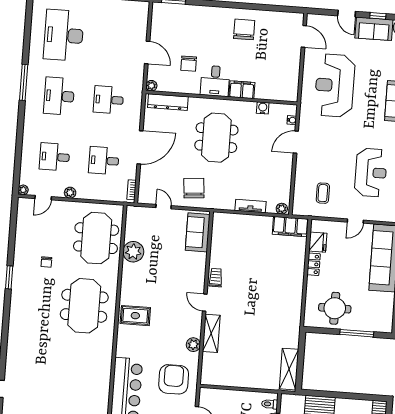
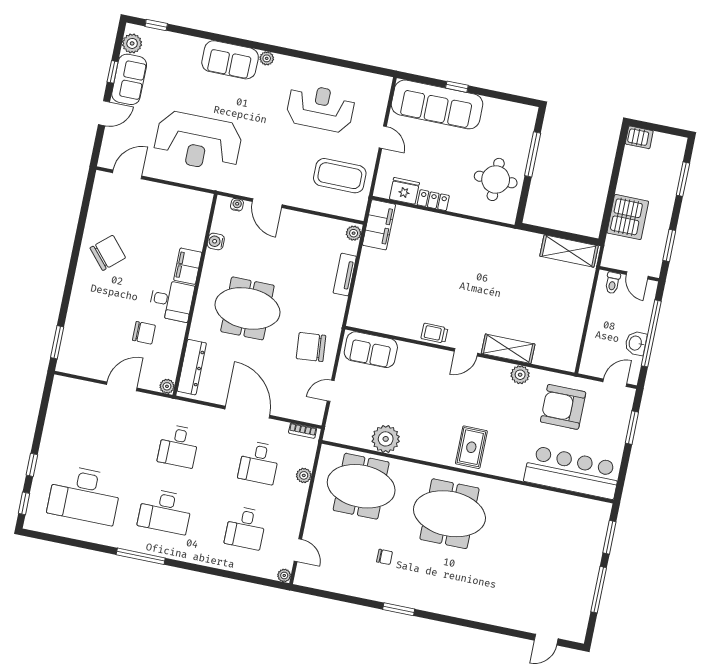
chair: (244, 29) -> (108, 253), turned 139
plant: (70, 193) -> (304, 475), moved
coffee table: (323, 193) -> (340, 176), width x1.86, depth x1.72

